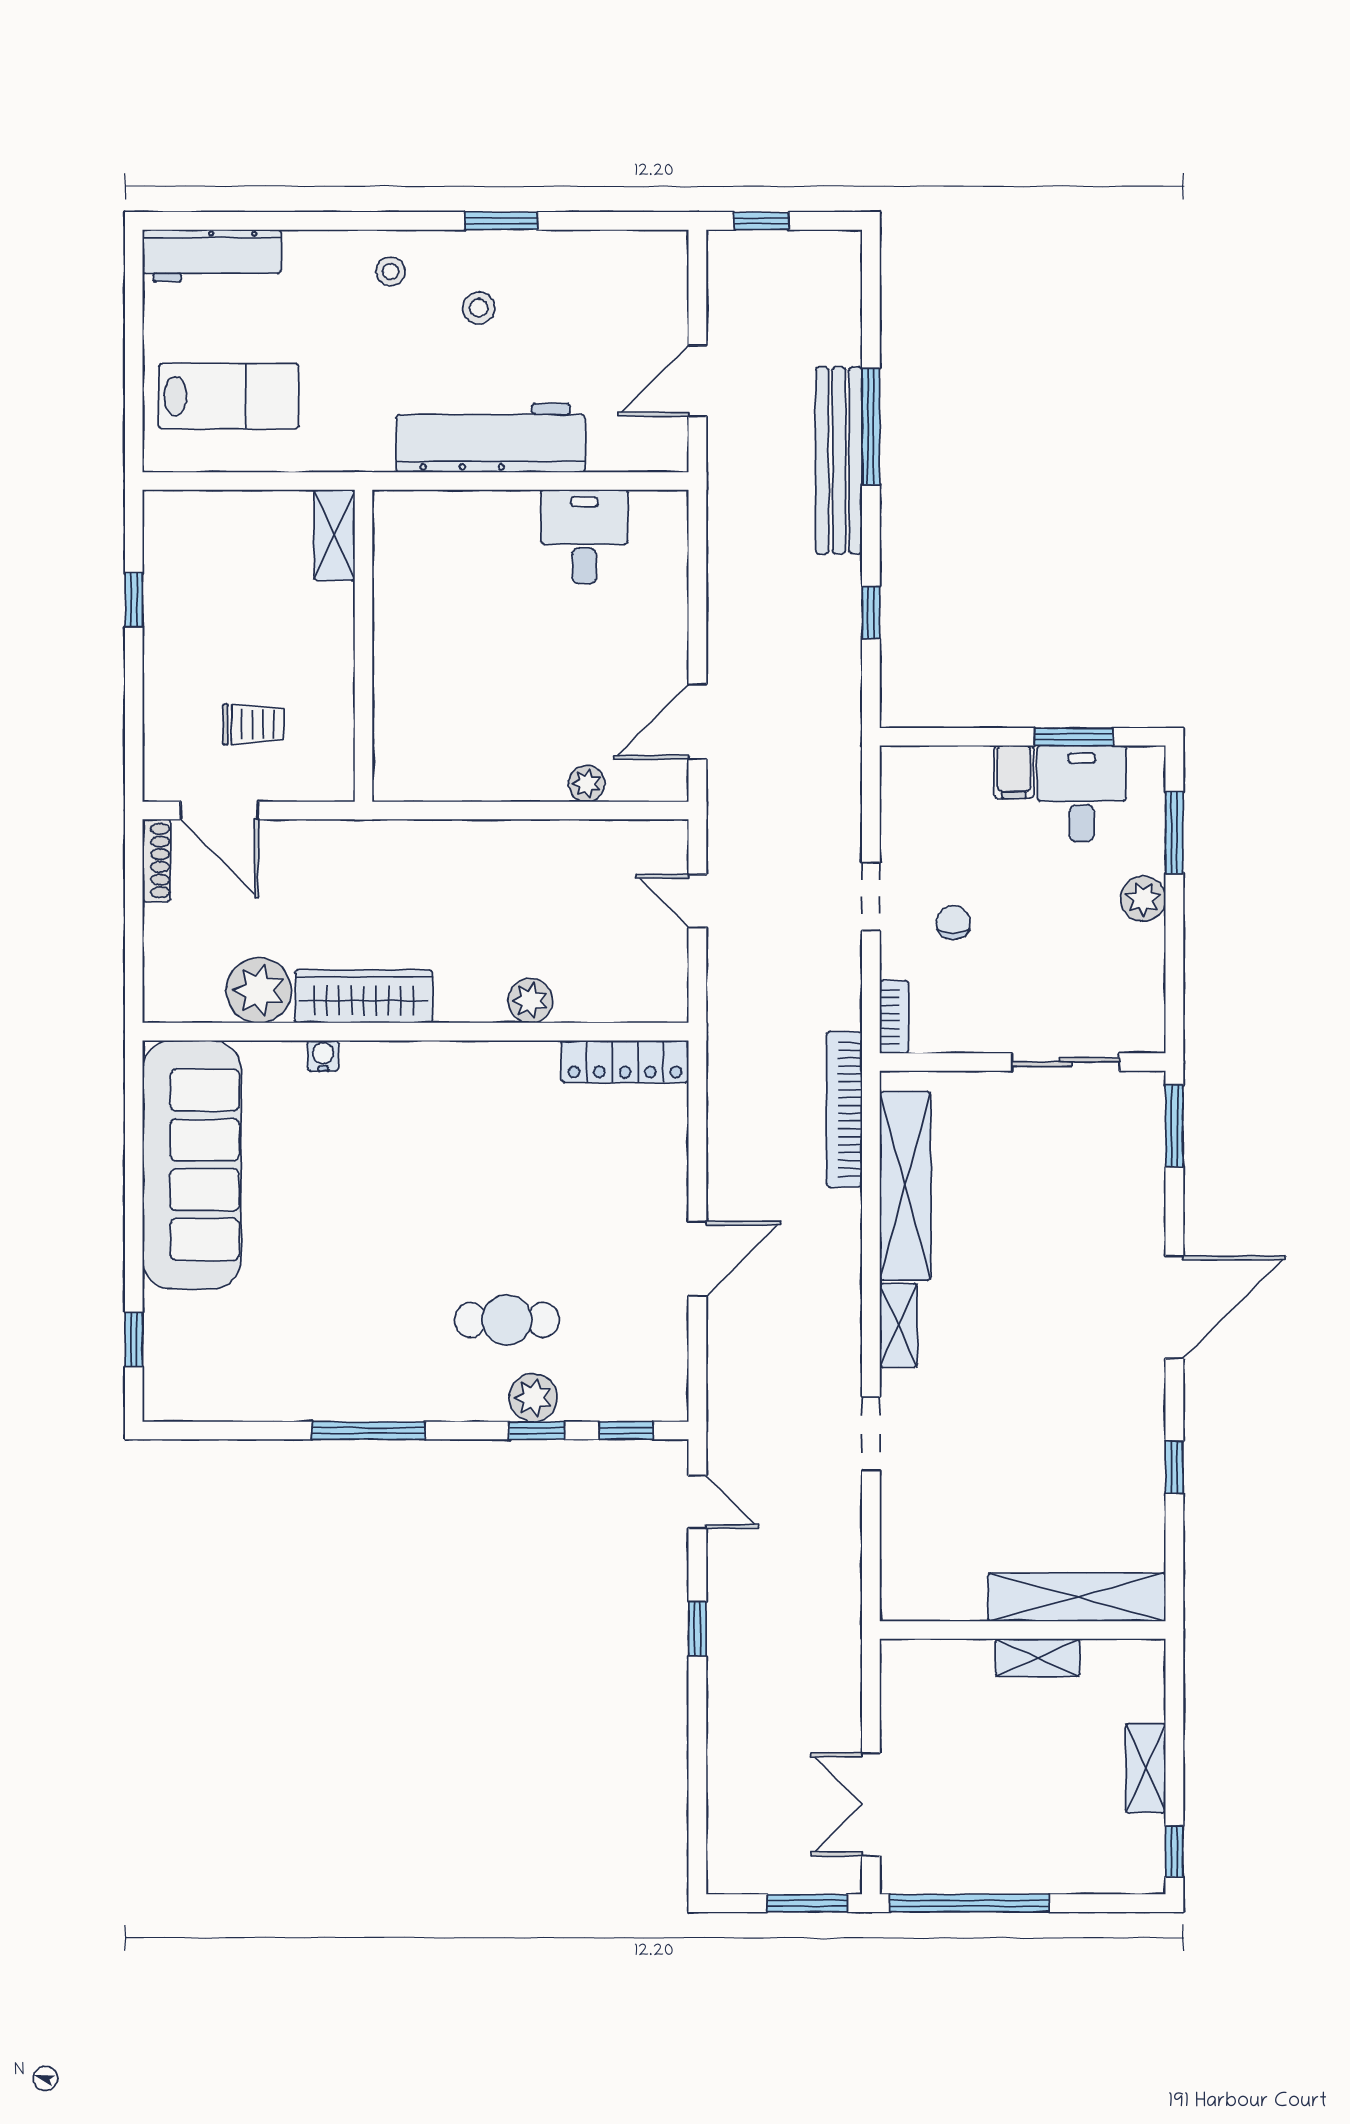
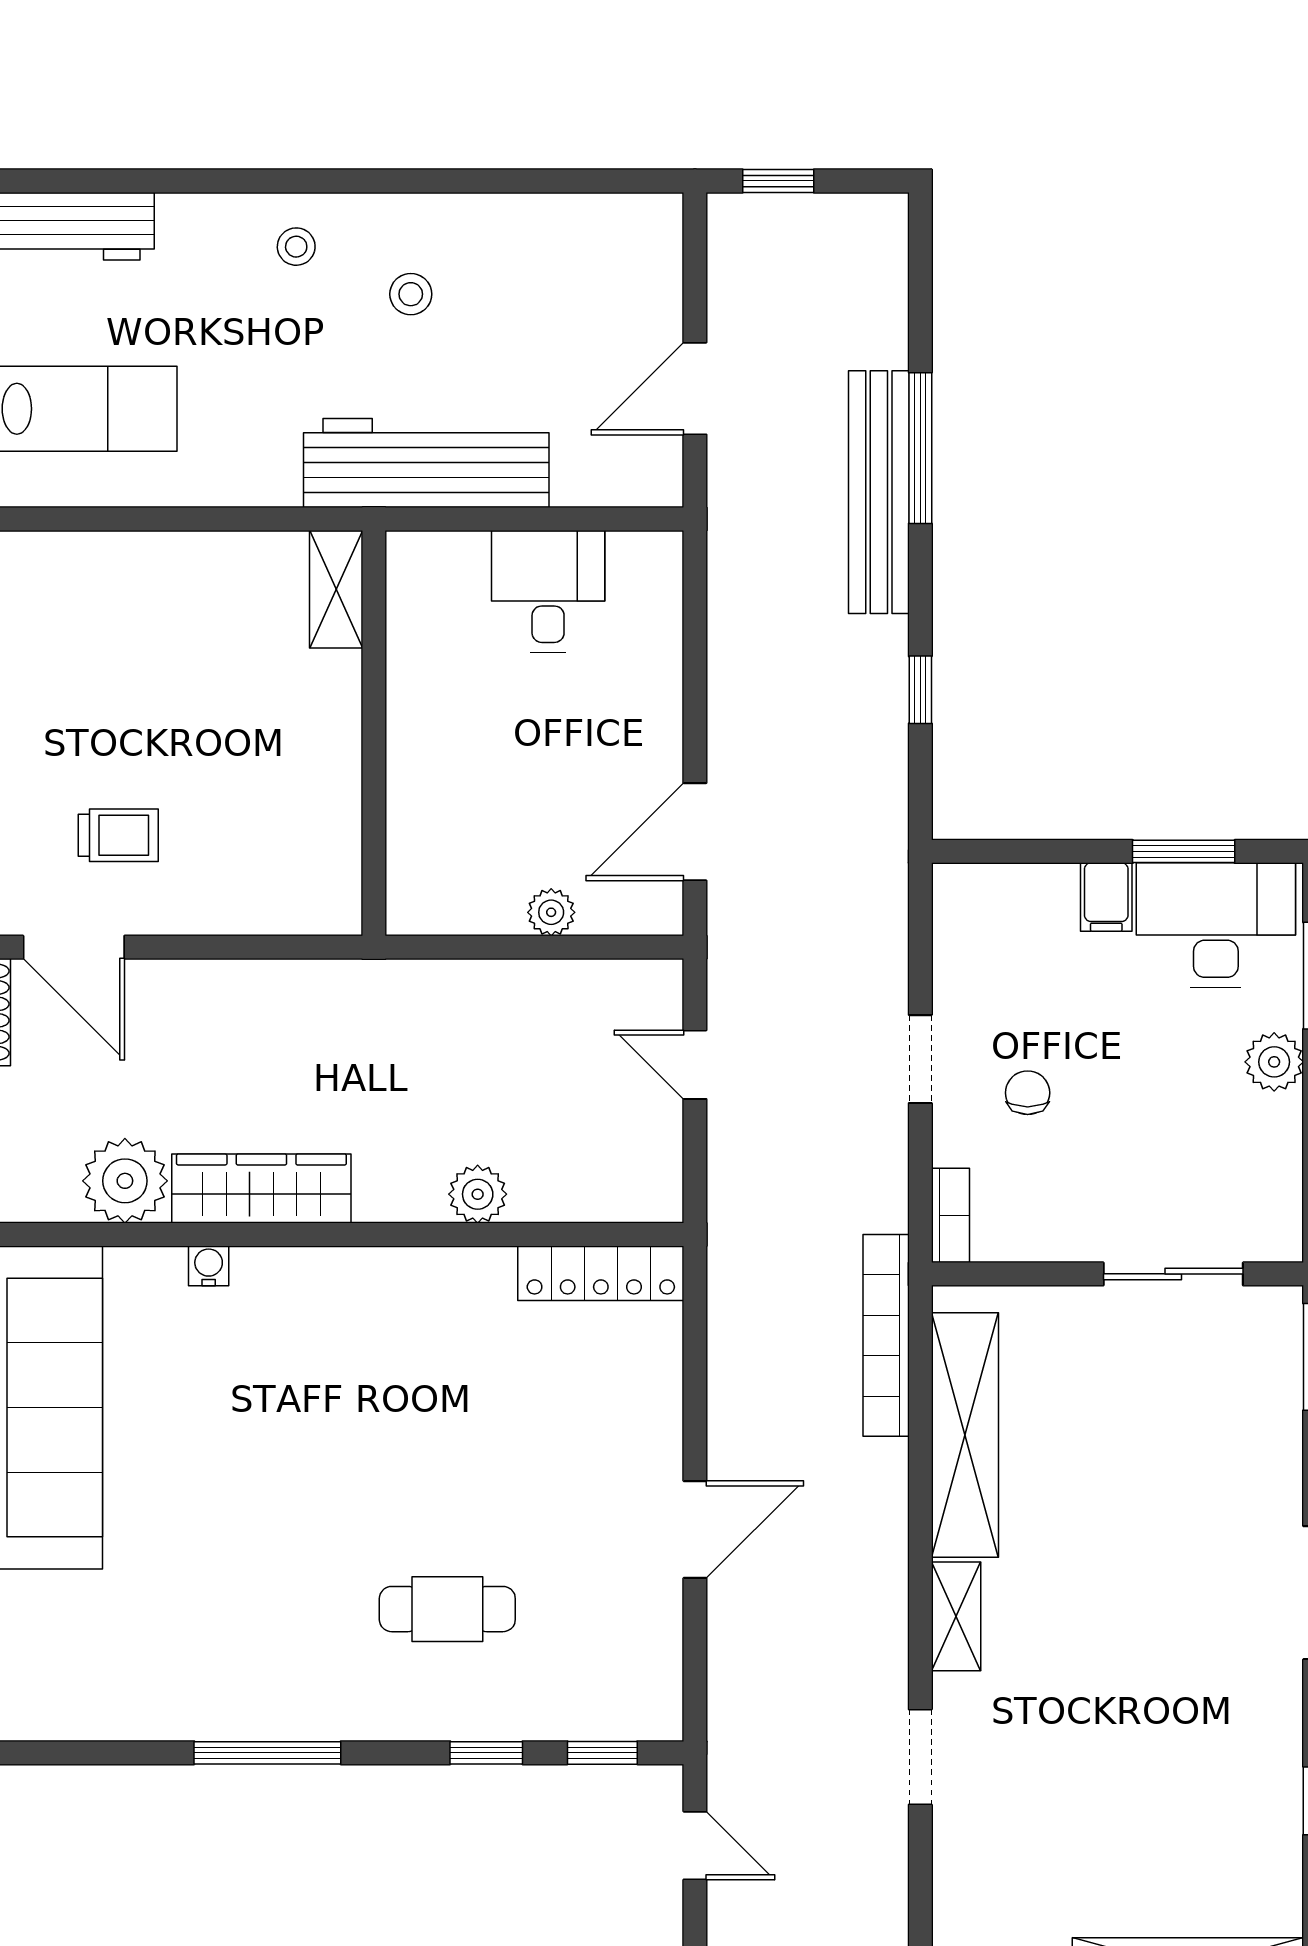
window: (501, 221) -> (440, 181), removed
shelving: (335, 535) -> (336, 589), moved
wall: (364, 646) -> (374, 733), moved
desk: (1082, 794) -> (1216, 925), width x1.37
plant: (533, 1398) -> (482, 1710), removed

